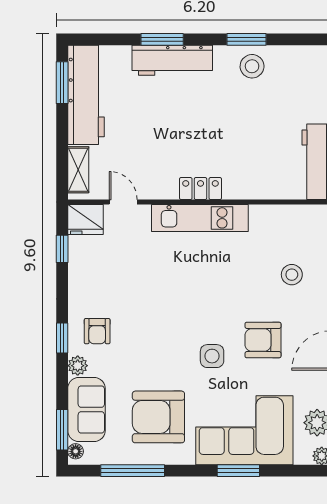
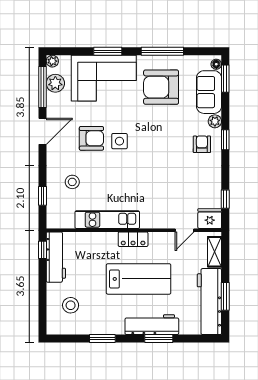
stool: (252, 66) -> (71, 305), moved
window: (62, 83) -> (225, 296), moved
lab bench: (192, 129) -> (139, 279), added
door: (123, 202) -> (185, 230), hinge flipped
kitchen unit: (200, 218) -> (107, 220), moved
side table: (212, 356) -> (119, 141), moved
armchair: (158, 417) -> (161, 87), turned 180
window: (133, 471) -> (162, 51), moved

